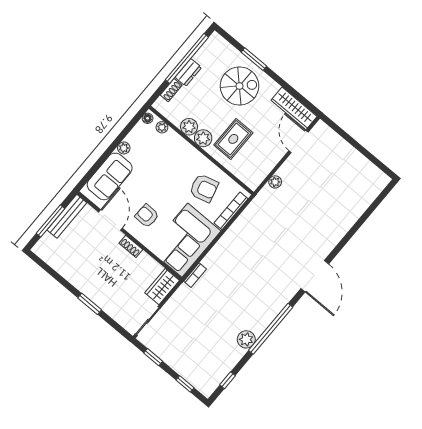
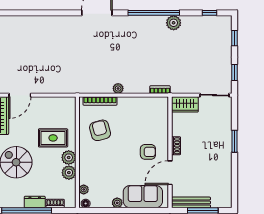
plant: (275, 182) -> (118, 88), moved
armchair: (147, 216) -> (148, 152), turned -92
corner sofa: (185, 240) -> (143, 115), removed

